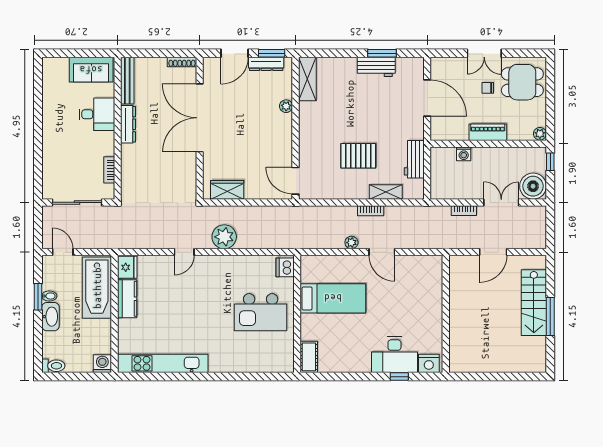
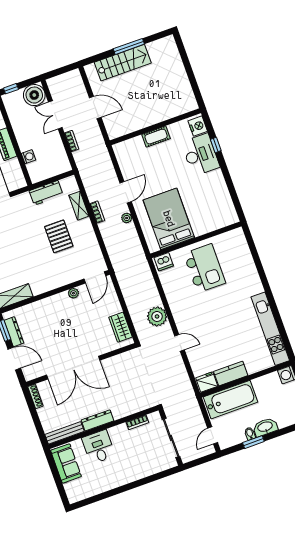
plant: (286, 106) -> (73, 293), moved
bed: (333, 298) -> (169, 219), width x1.50
cot: (309, 357) -> (156, 137), moved

